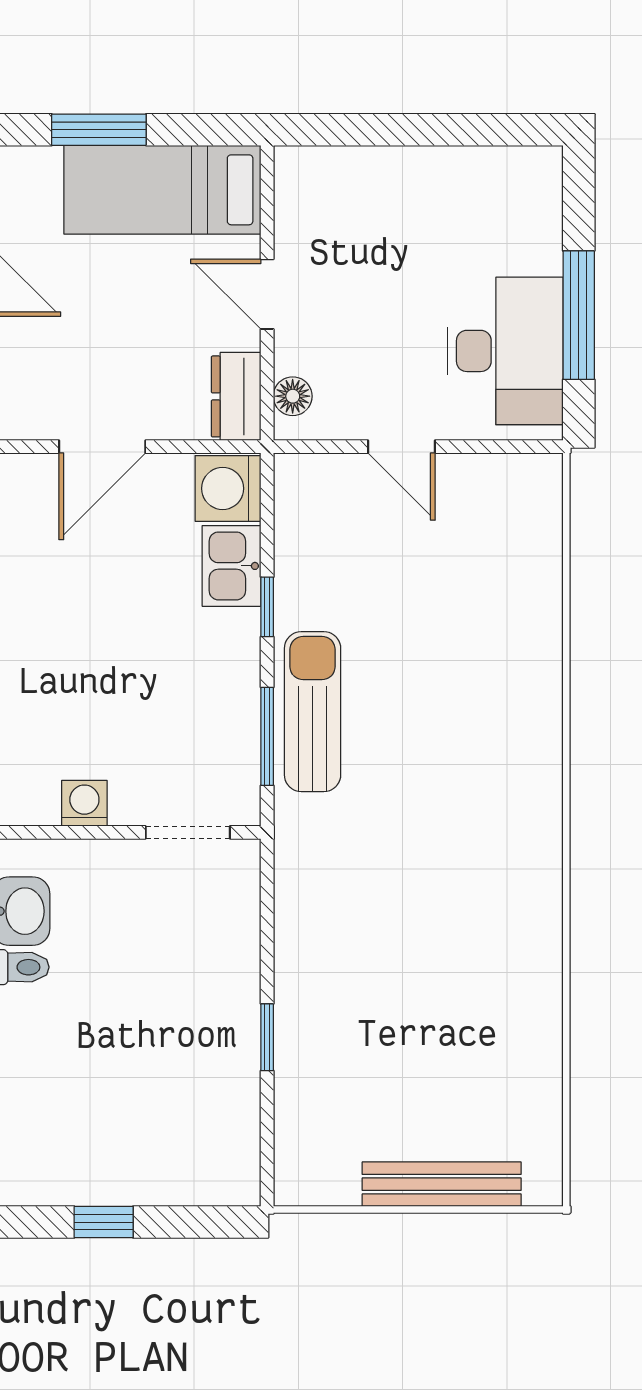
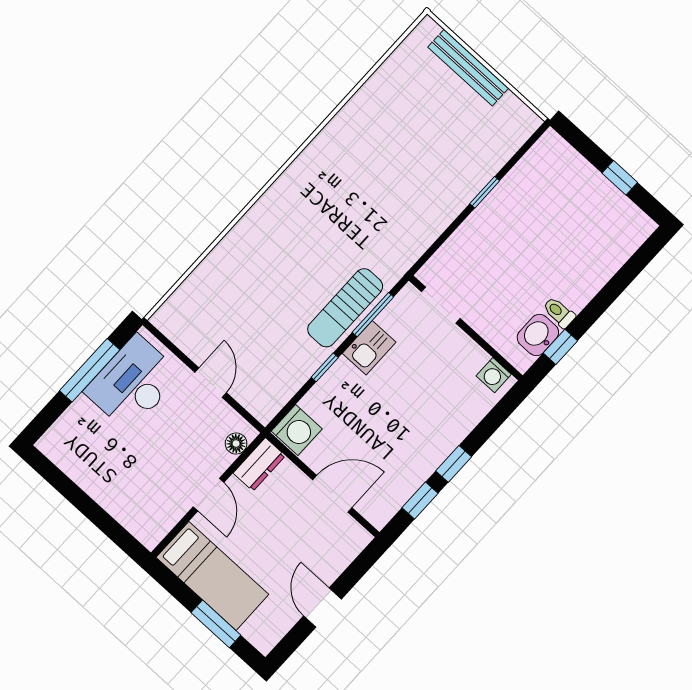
kitchen sink: (231, 566) -> (369, 348), moved
washing machine: (84, 803) -> (494, 375), moved

